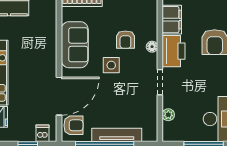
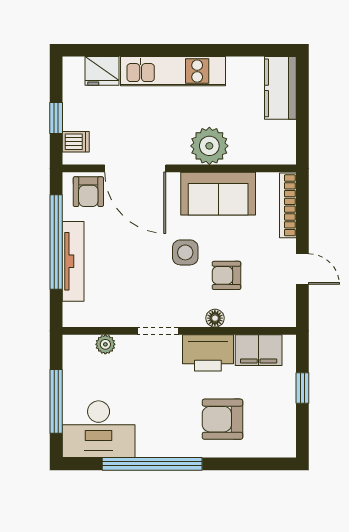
plant: (45, 50) -> (209, 146), added

